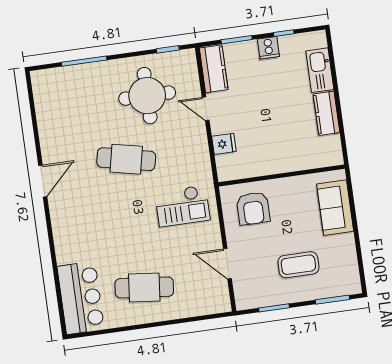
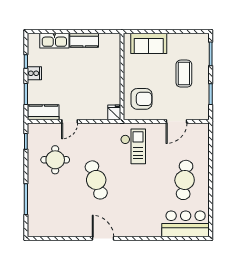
round table: (147, 96) -> (55, 160), width x0.73, depth x0.73
fridge: (224, 144) -> (114, 112), moved
cafe table: (126, 159) -> (96, 180), turned -30

